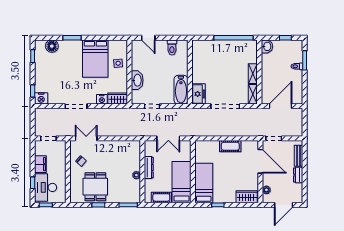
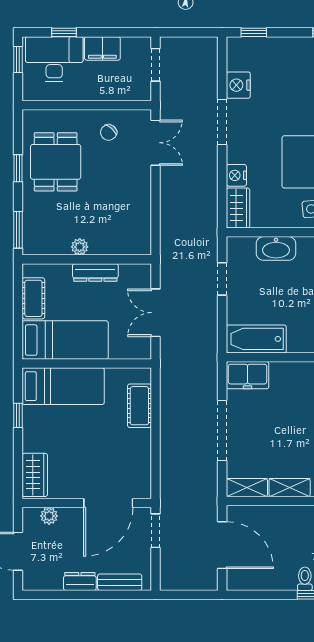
nightstand: (41, 98) -> (238, 85), moved
cot: (230, 146) -> (139, 406), moved
dining table: (95, 187) -> (56, 162), turned 90

